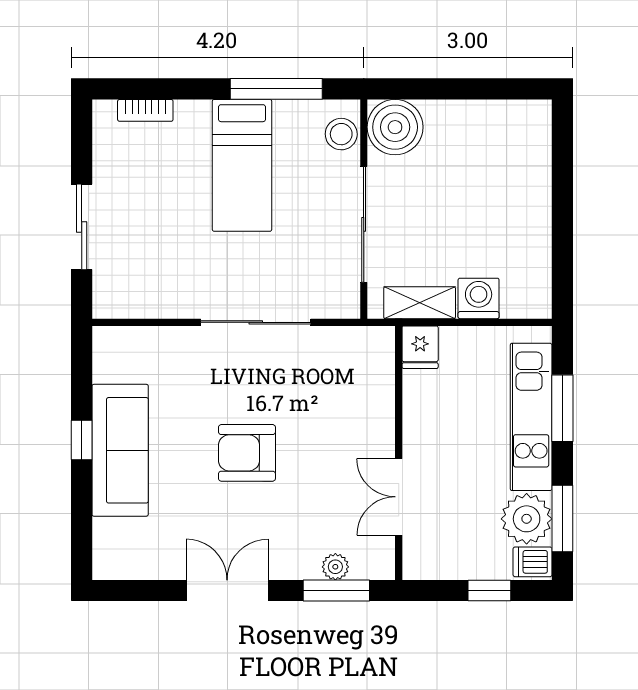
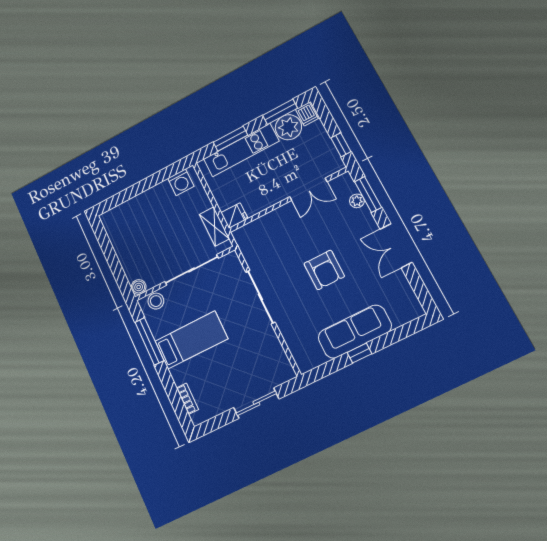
boiler: (395, 127) -> (139, 287), width x0.54, depth x0.54
washing machine: (479, 298) -> (181, 182), moved, turned -90
window: (489, 591) -> (341, 145), moved

